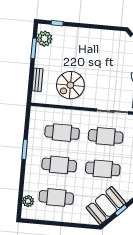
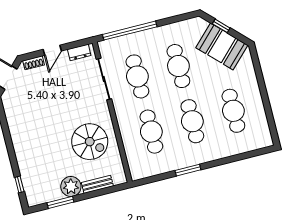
plant: (44, 39) -> (71, 186), moved
plant: (28, 201) -> (250, 144), removed

